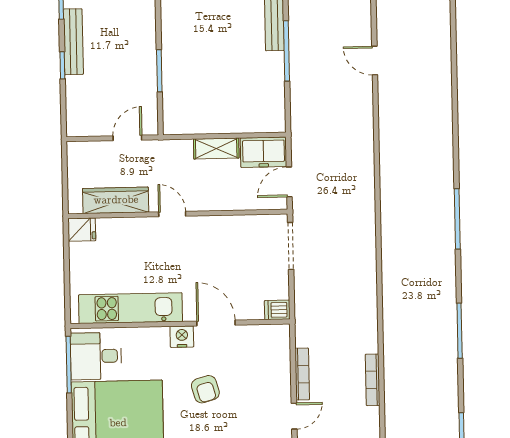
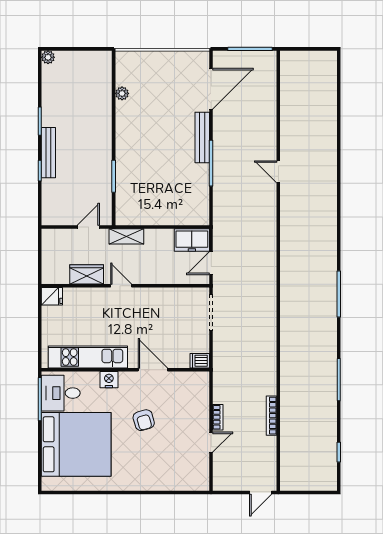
shelving: (216, 148) -> (126, 236), moved
wardrobe: (116, 200) -> (87, 274), width x0.67
nightstand: (182, 337) -> (109, 380), moved
bookcase: (302, 374) -> (218, 417), width x0.64

